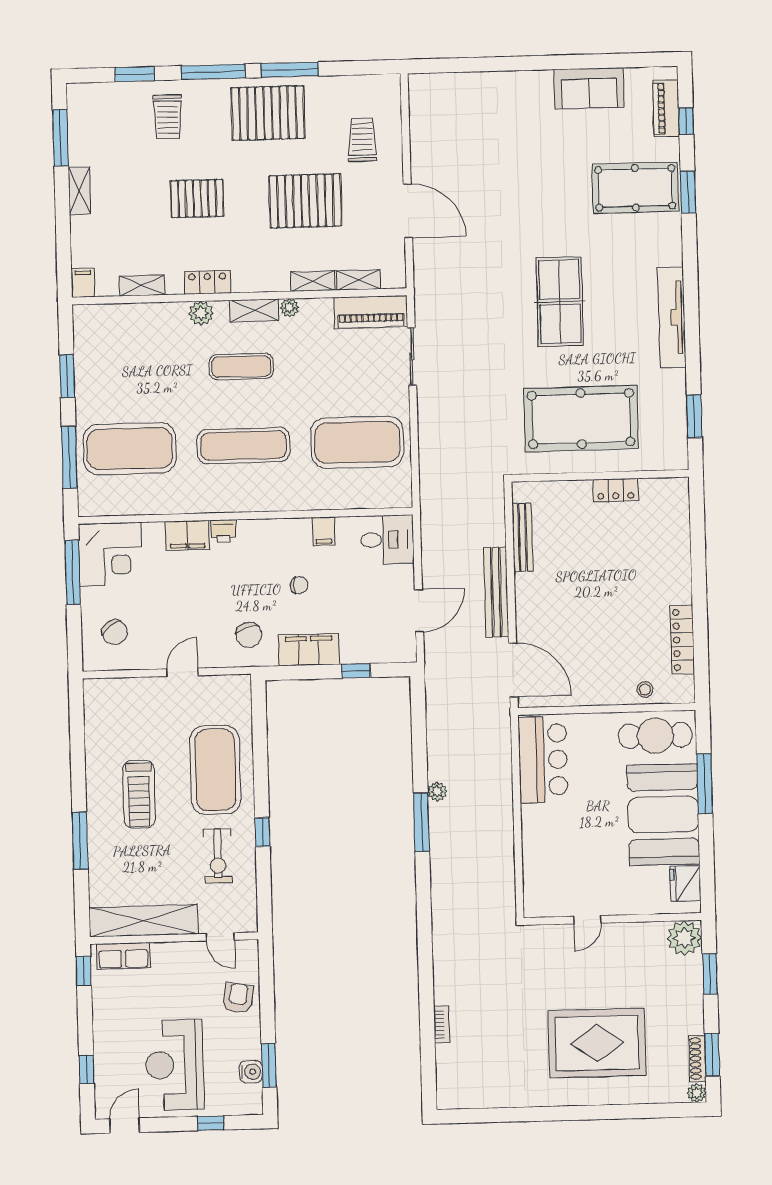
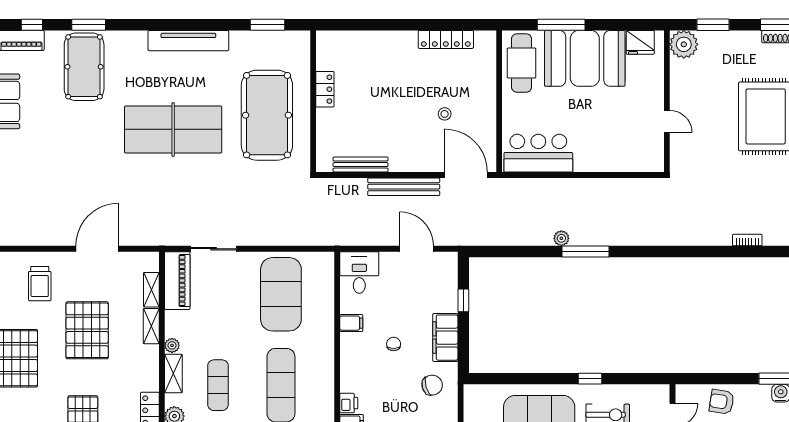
trolley: (362, 140) -> (40, 284), turned -90
table tennis table: (560, 302) -> (173, 129), width x1.36, depth x1.32
door: (513, 670) -> (466, 175), hinge flipped
stool: (645, 689) -> (445, 114), moved

